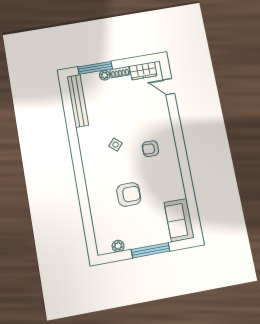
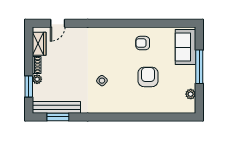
window: (95, 68) -> (29, 87), width x0.69
window: (68, 104) -> (58, 117), added
armchair: (150, 149) -> (143, 43), moved, turned 90
sofa: (179, 220) -> (186, 47), moved, turned 90

